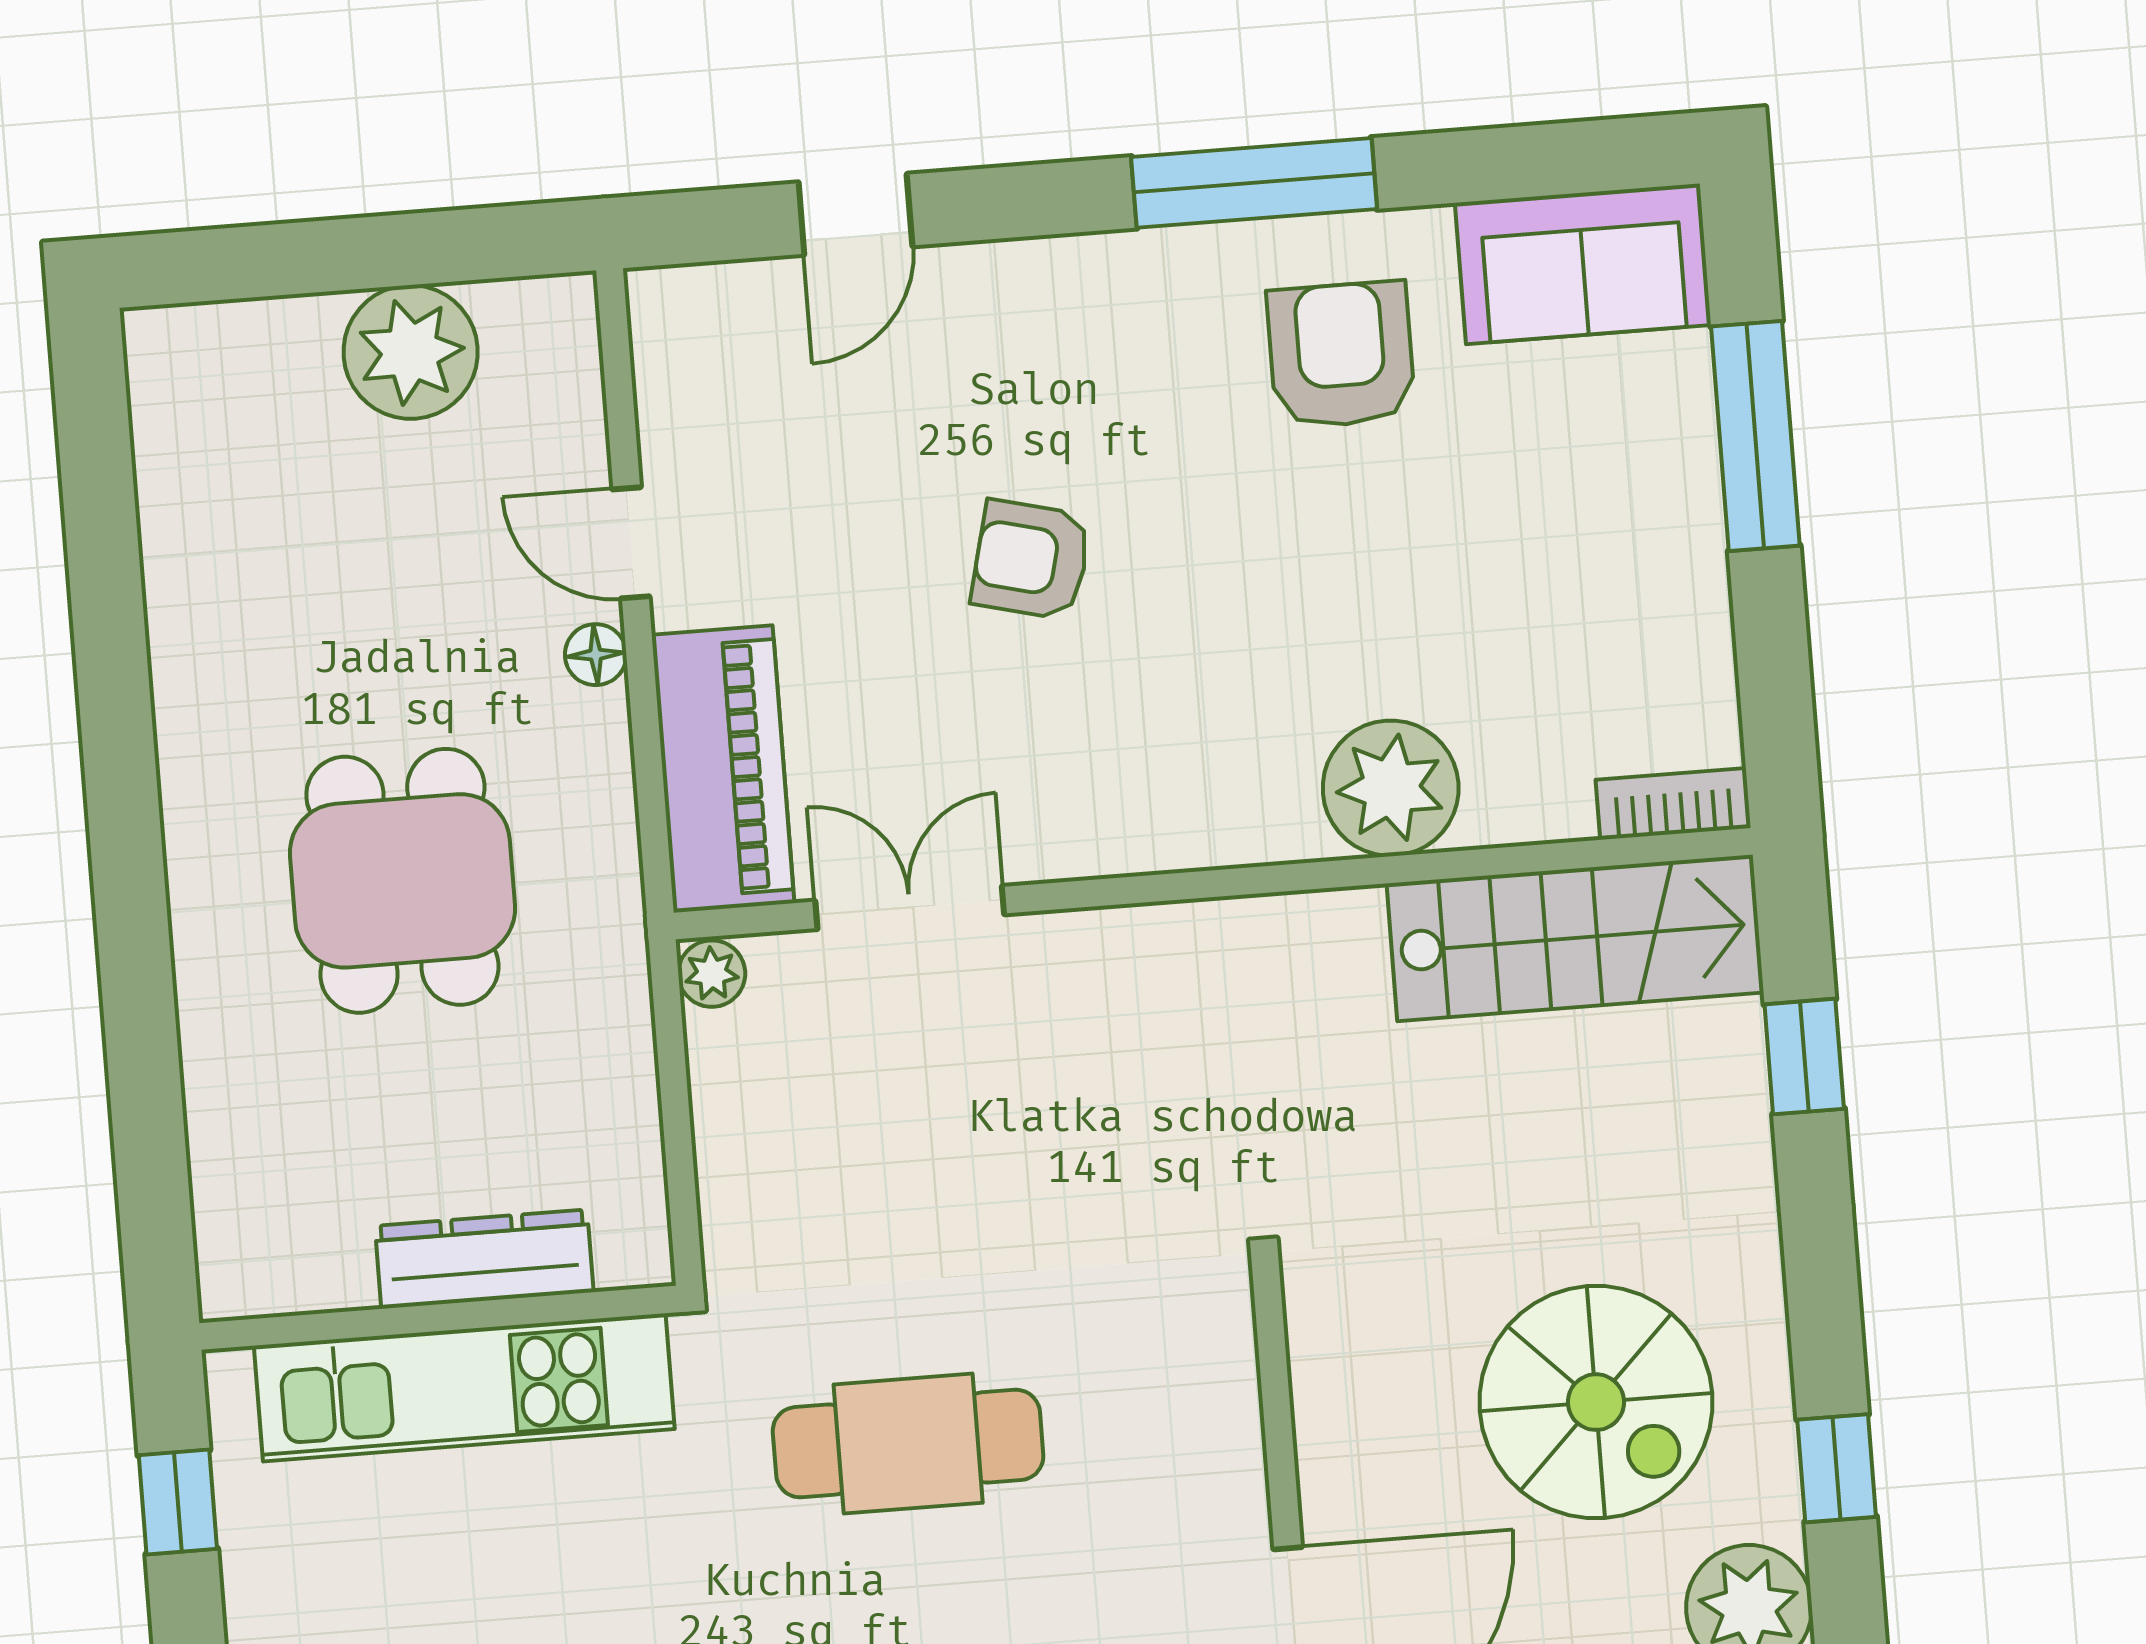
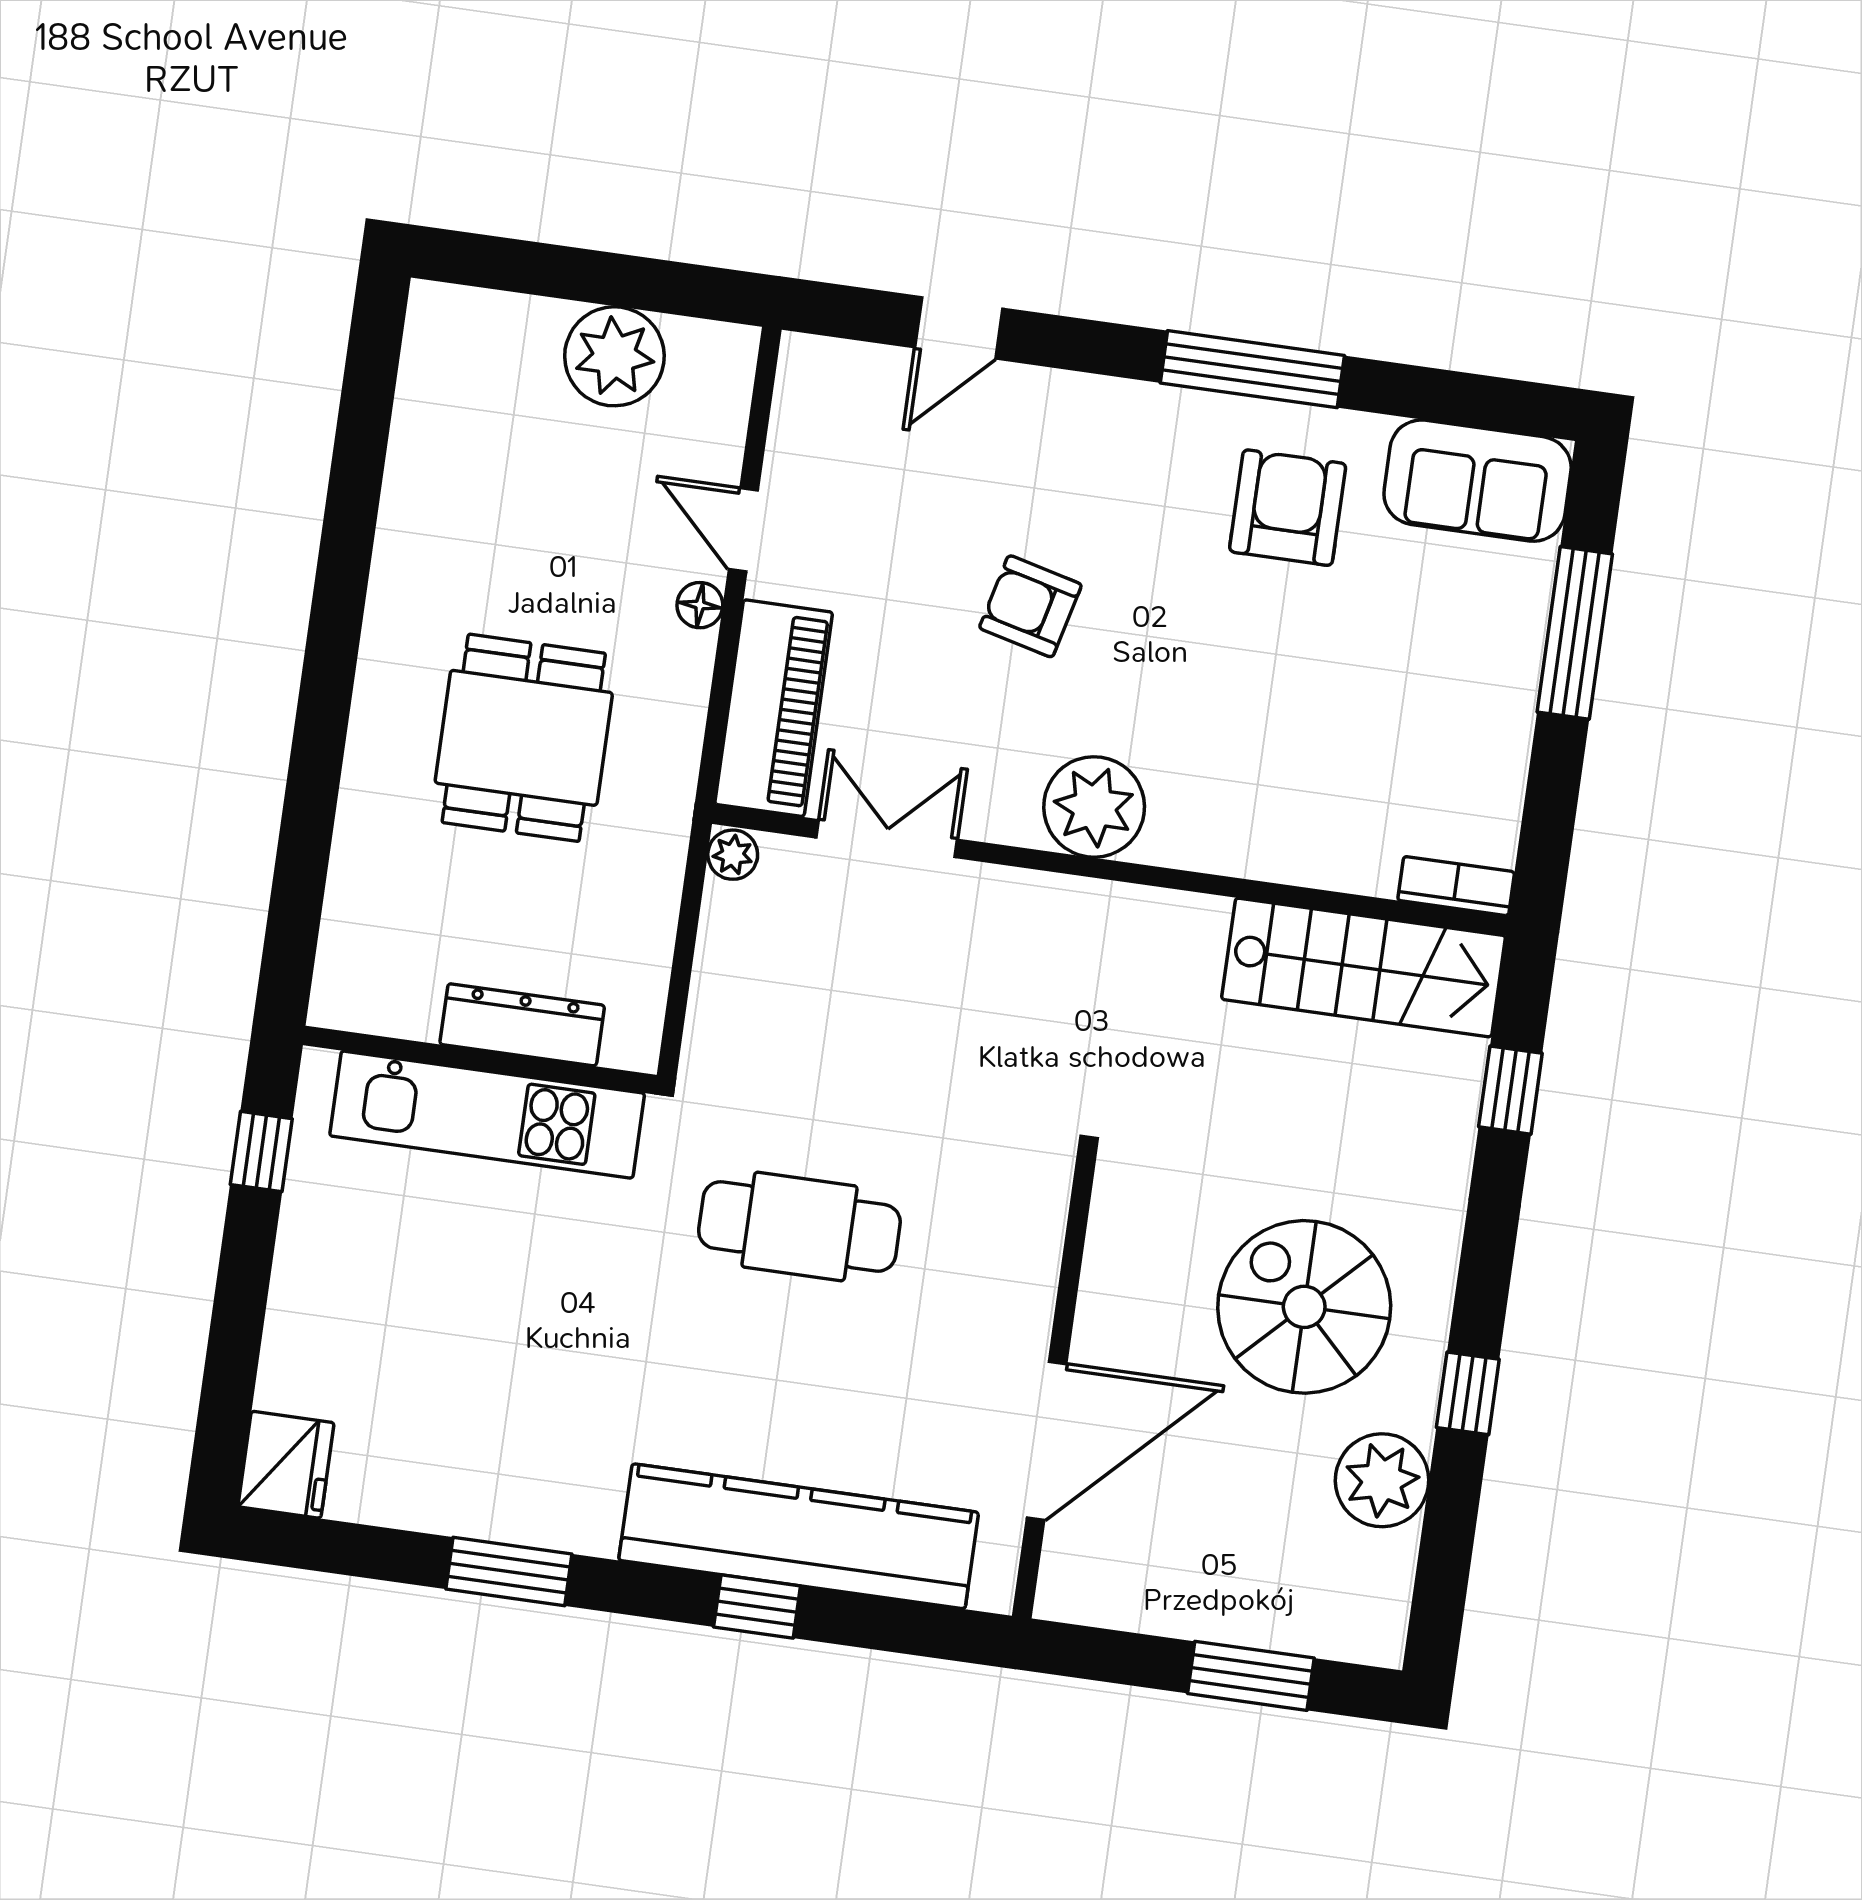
plant: (1391, 788) -> (1094, 807), moved
spiral stairs: (1596, 1402) -> (1304, 1307), turned 180

